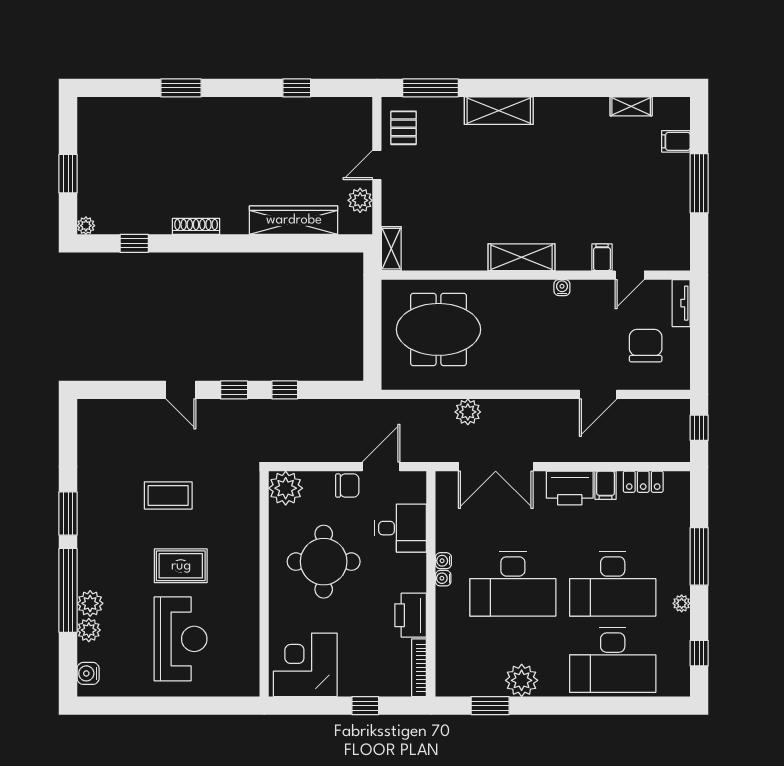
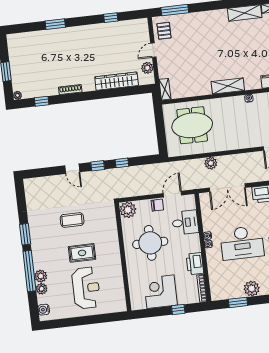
shelving: (499, 111) -> (245, 13), moved
corner desk: (305, 665) -> (161, 292), moved

